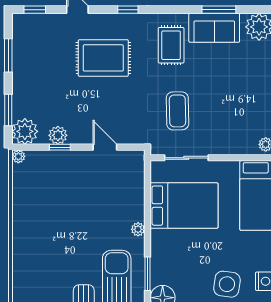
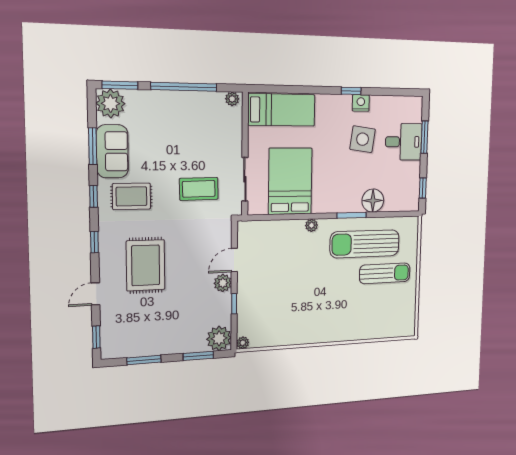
window: (172, 10) -> (94, 196), added
plant: (58, 135) -> (223, 283), moved

